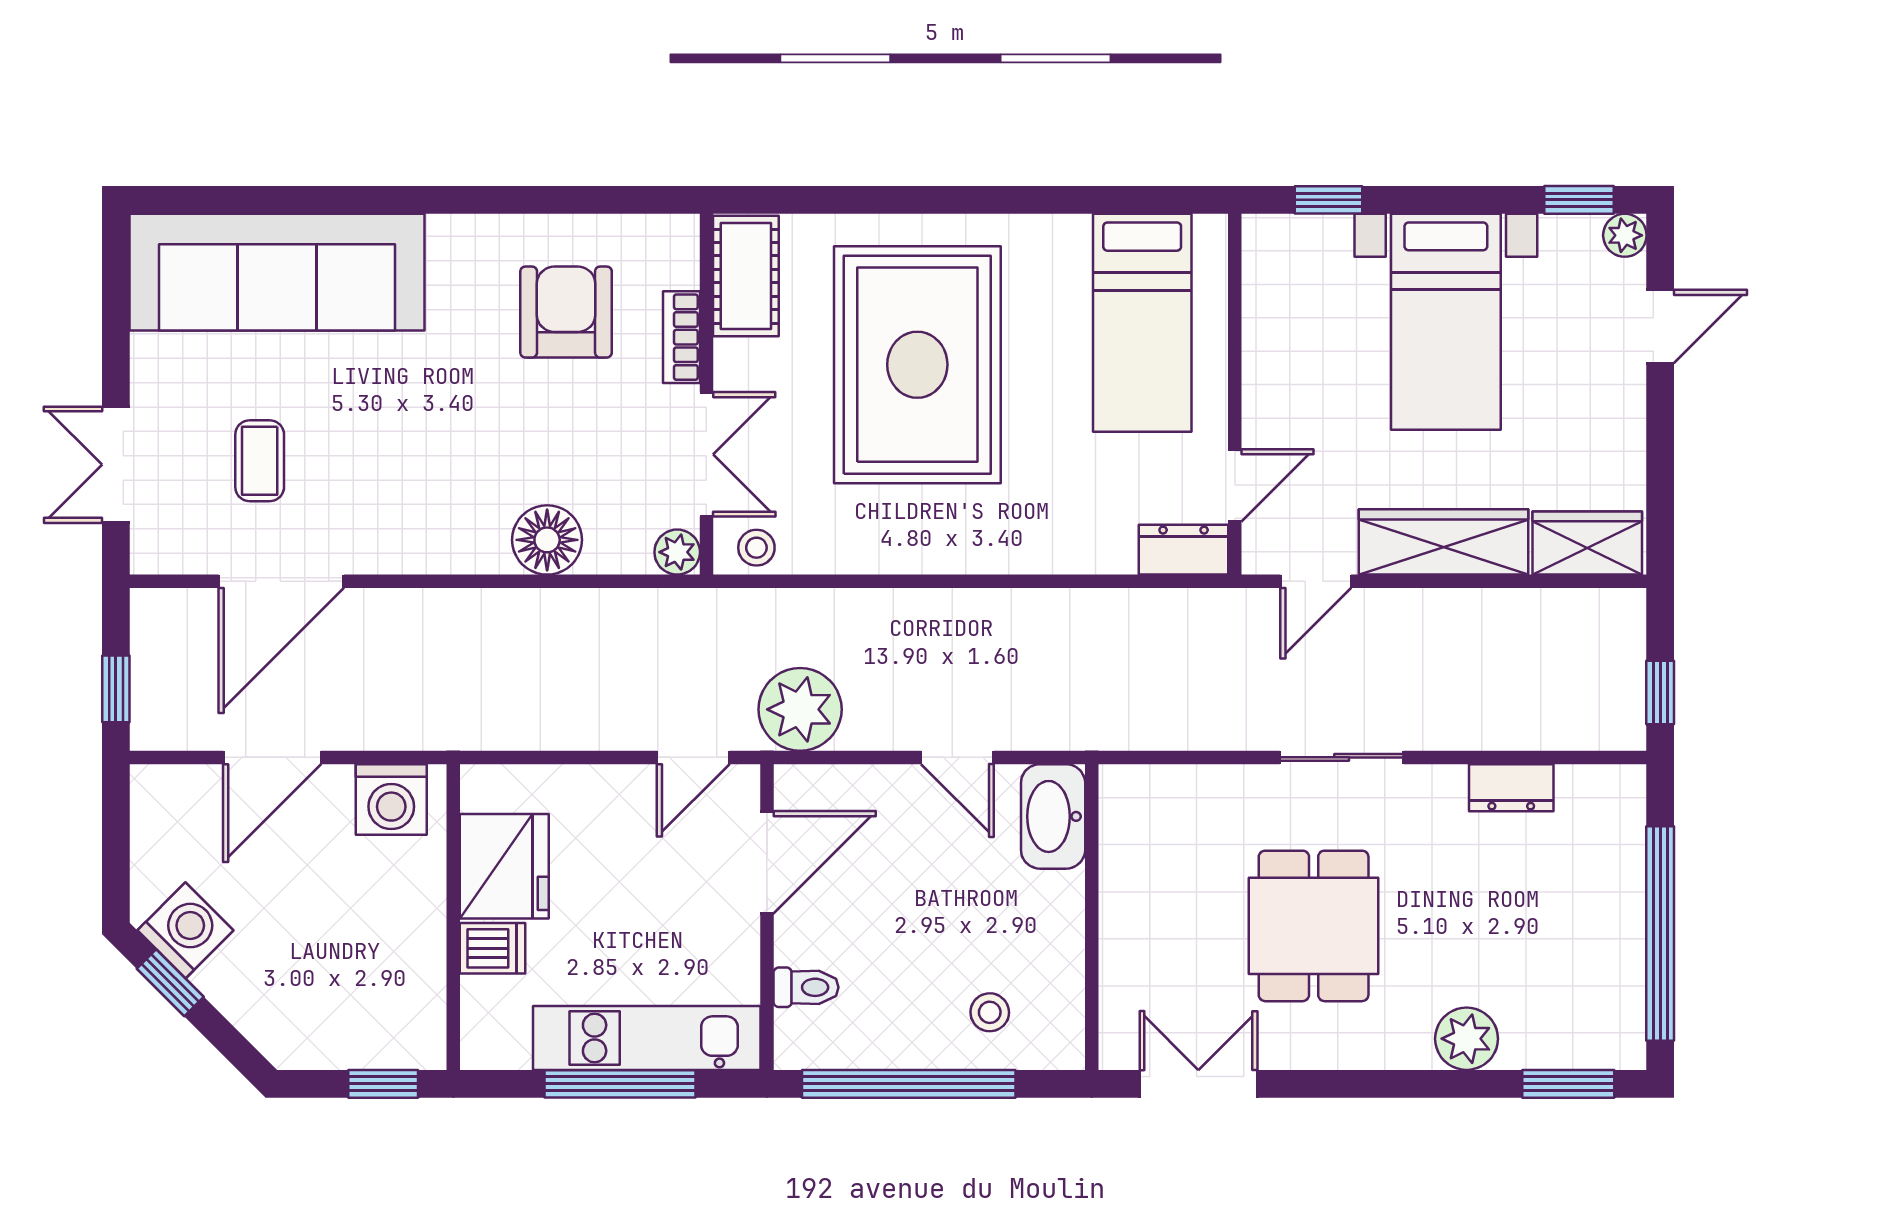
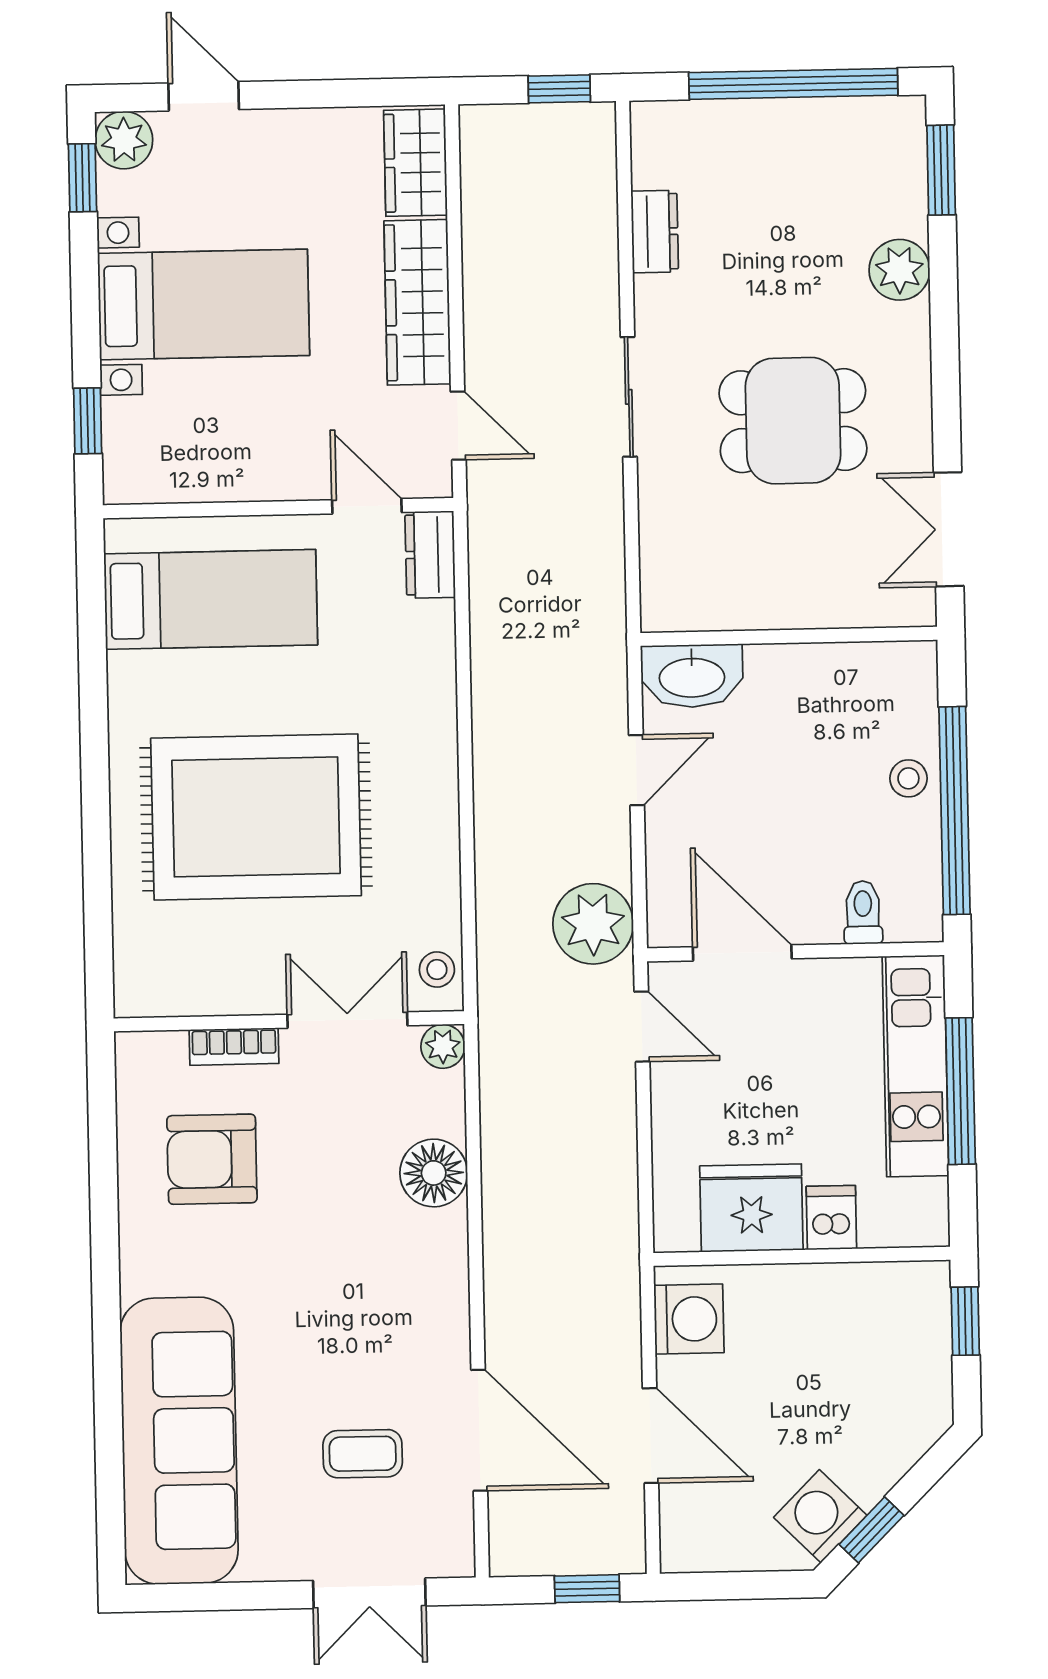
plant: (1625, 235) -> (124, 140), width x1.38, depth x1.38
cot: (746, 276) -> (173, 985), removed
stool: (990, 1012) -> (908, 778), moved

